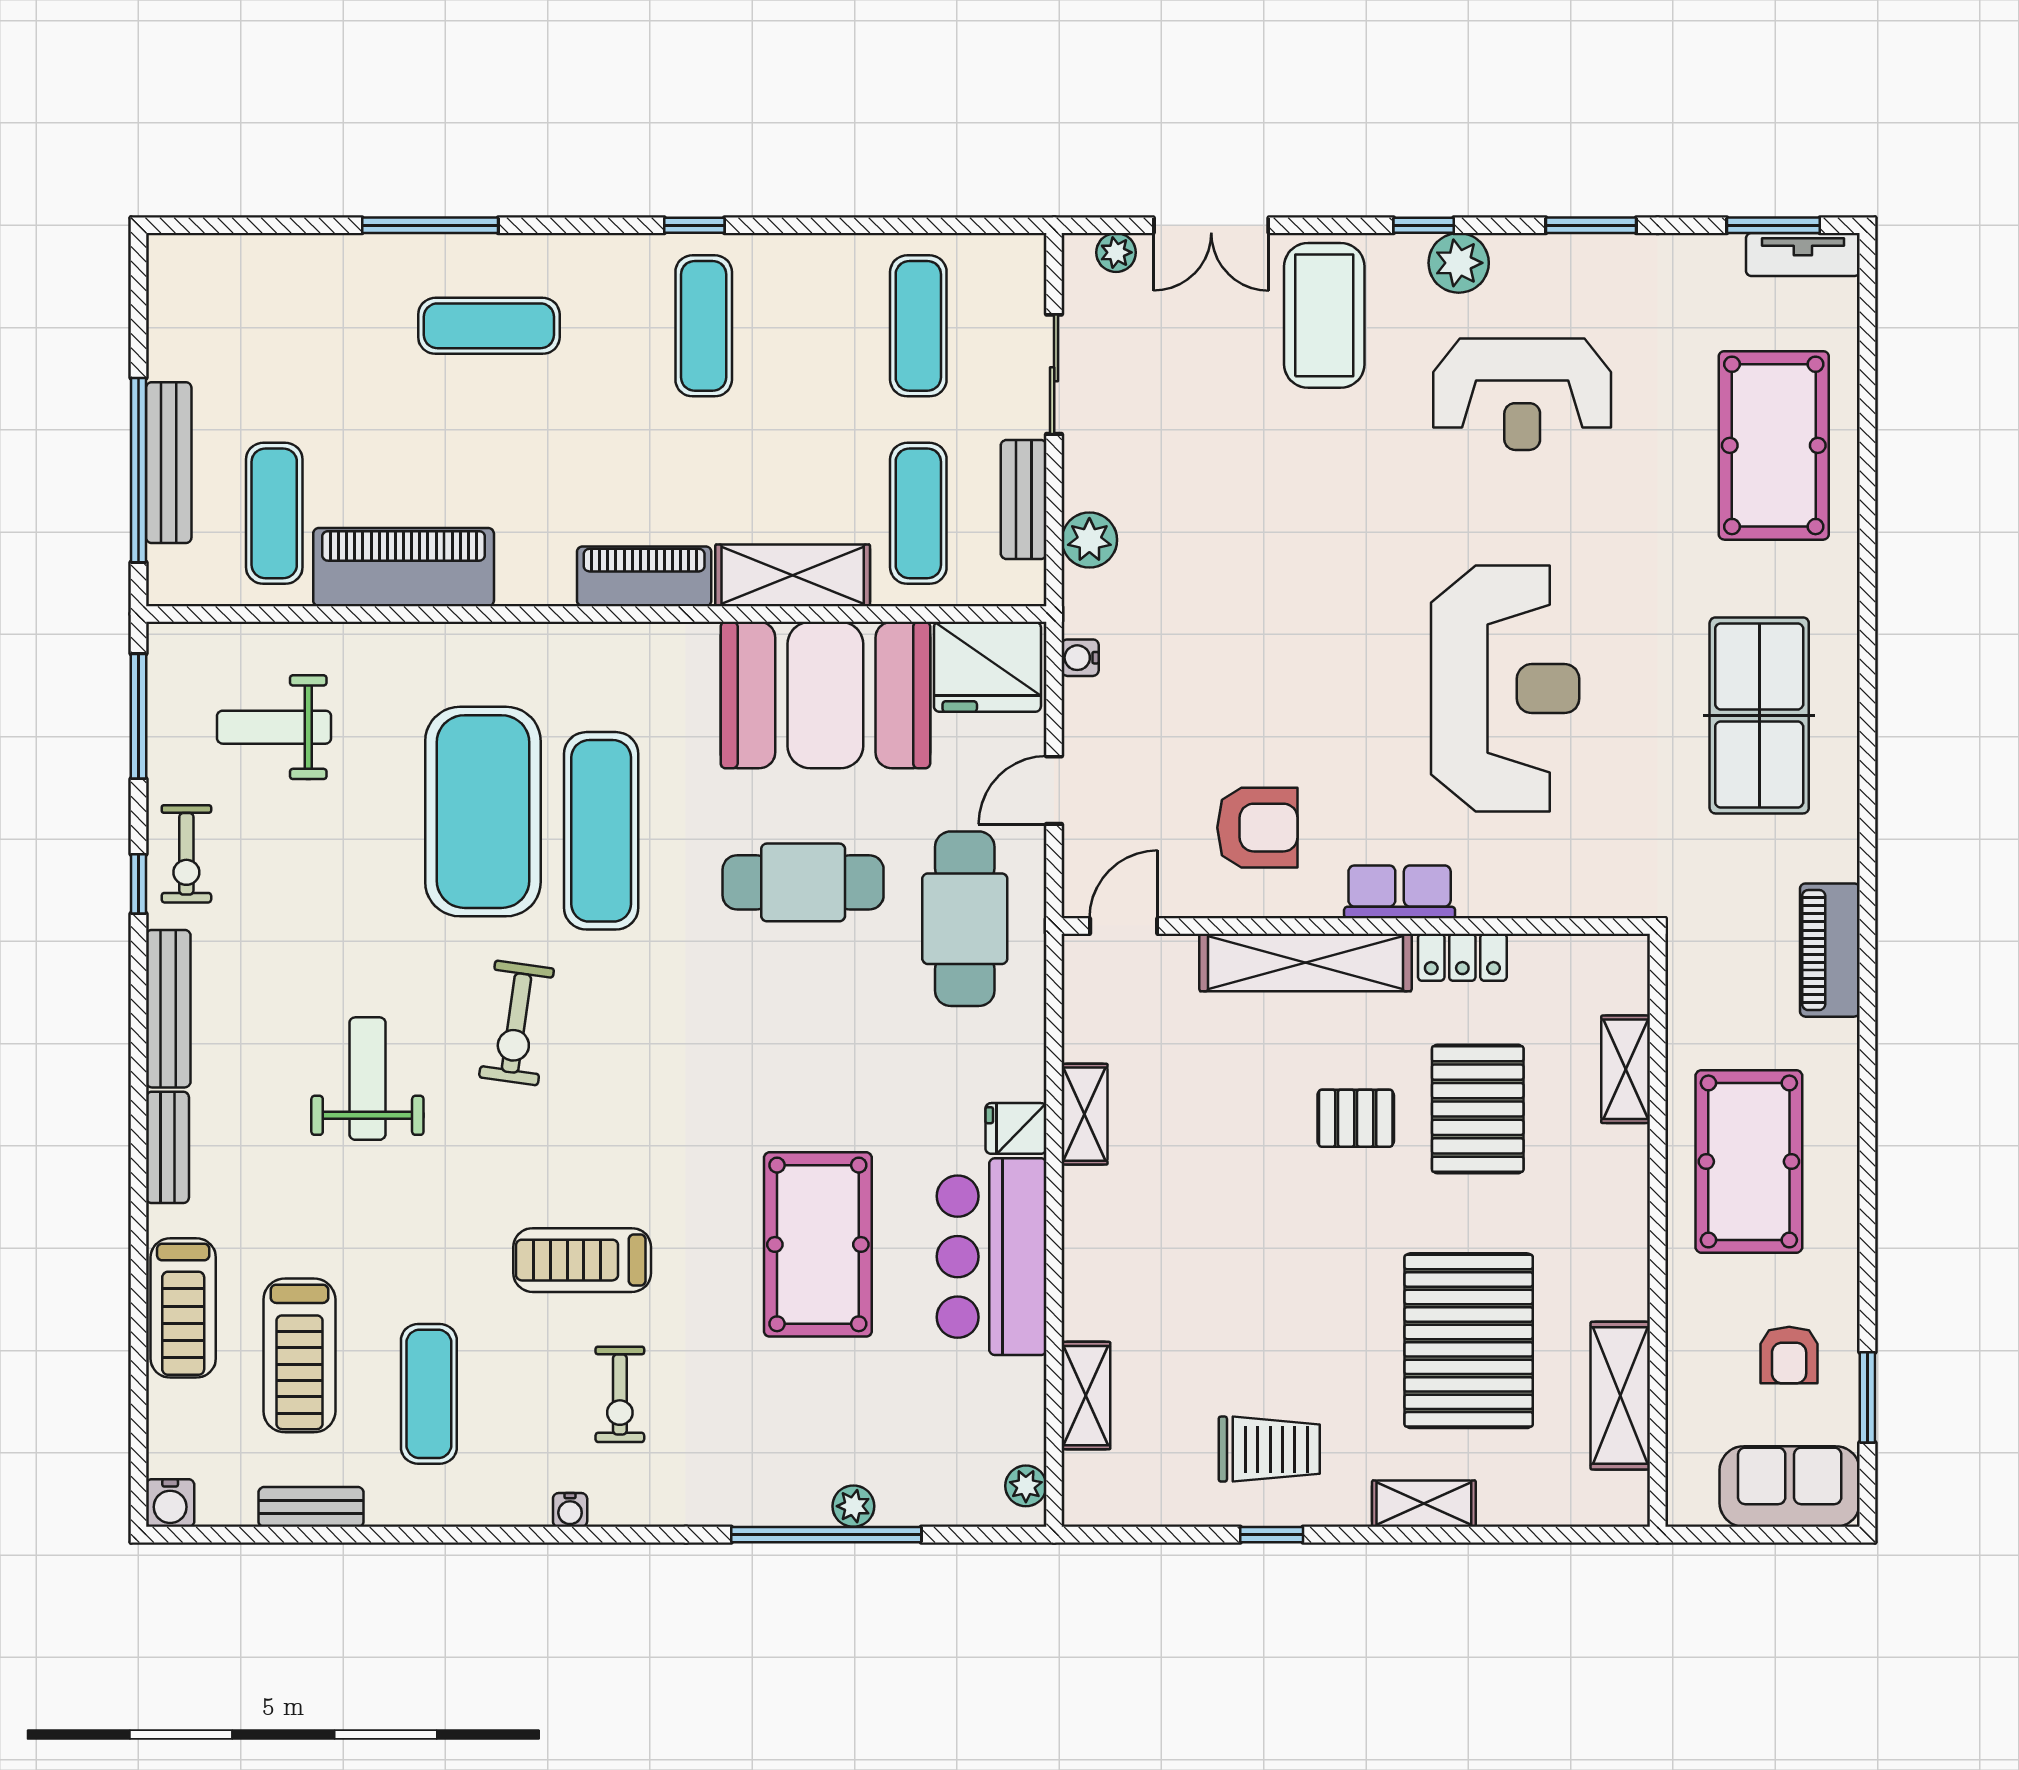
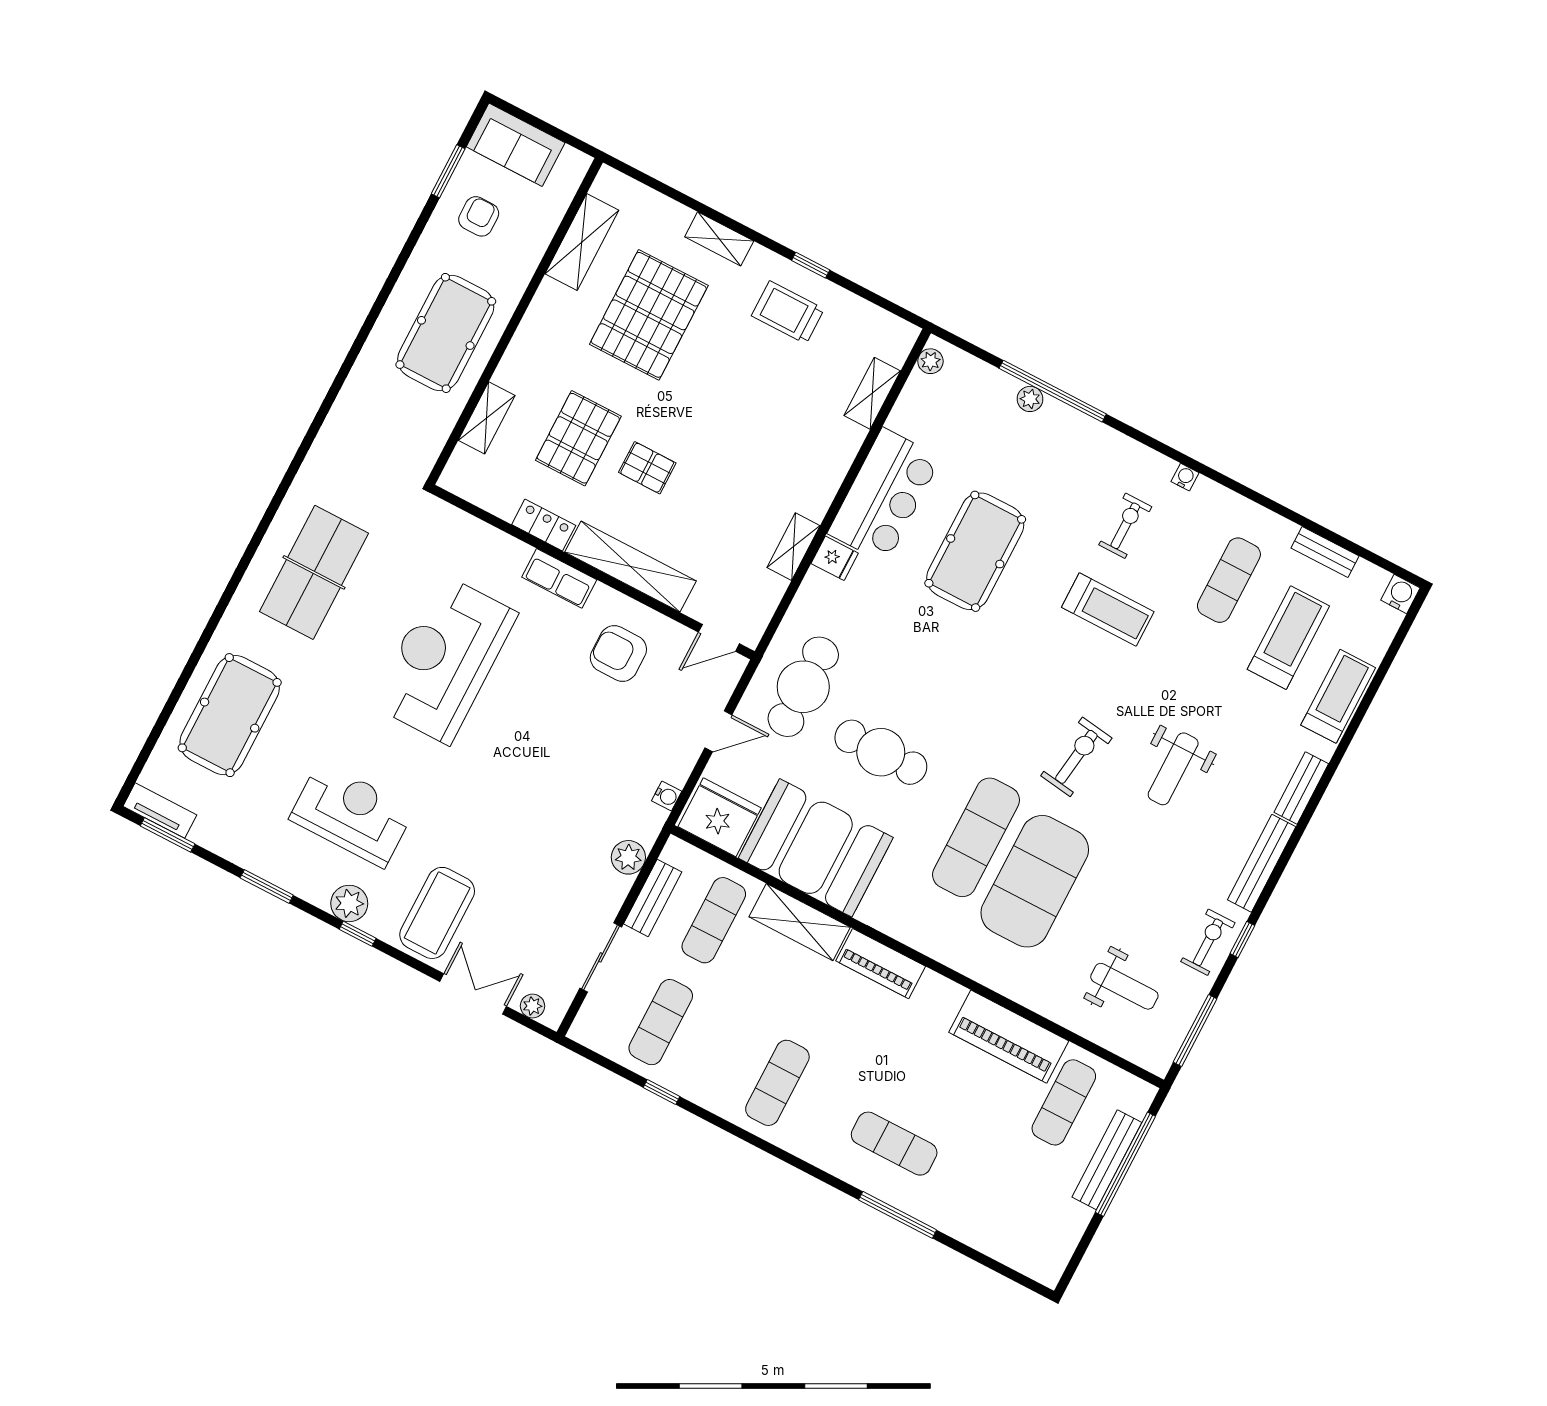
window: (694, 225) -> (661, 1092), moved
piano: (1830, 950) -> (342, 425), removed

